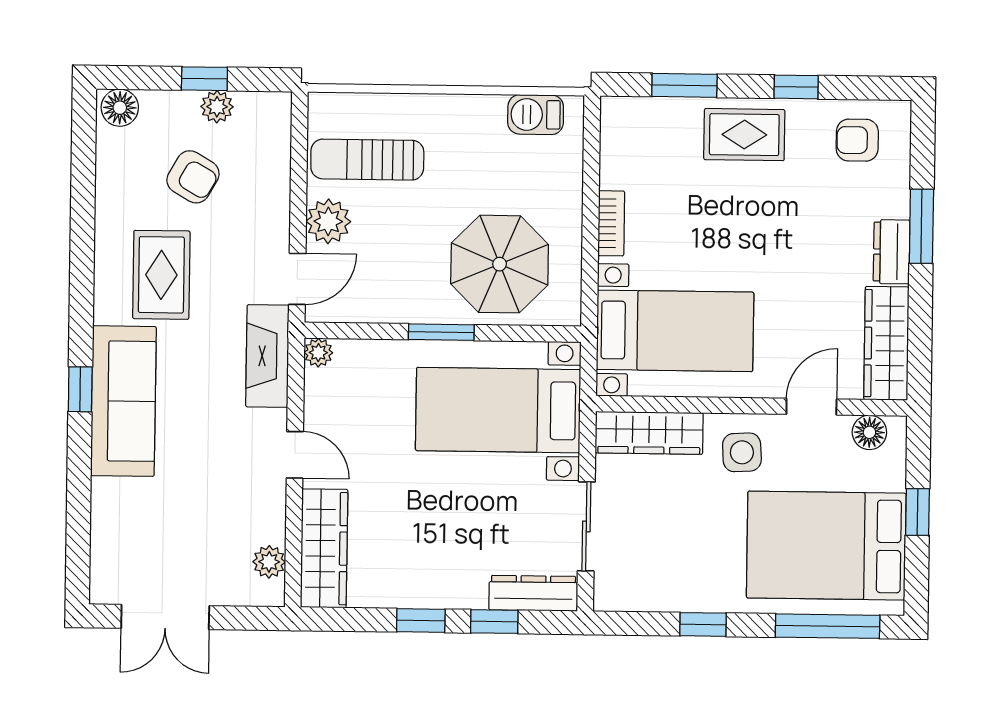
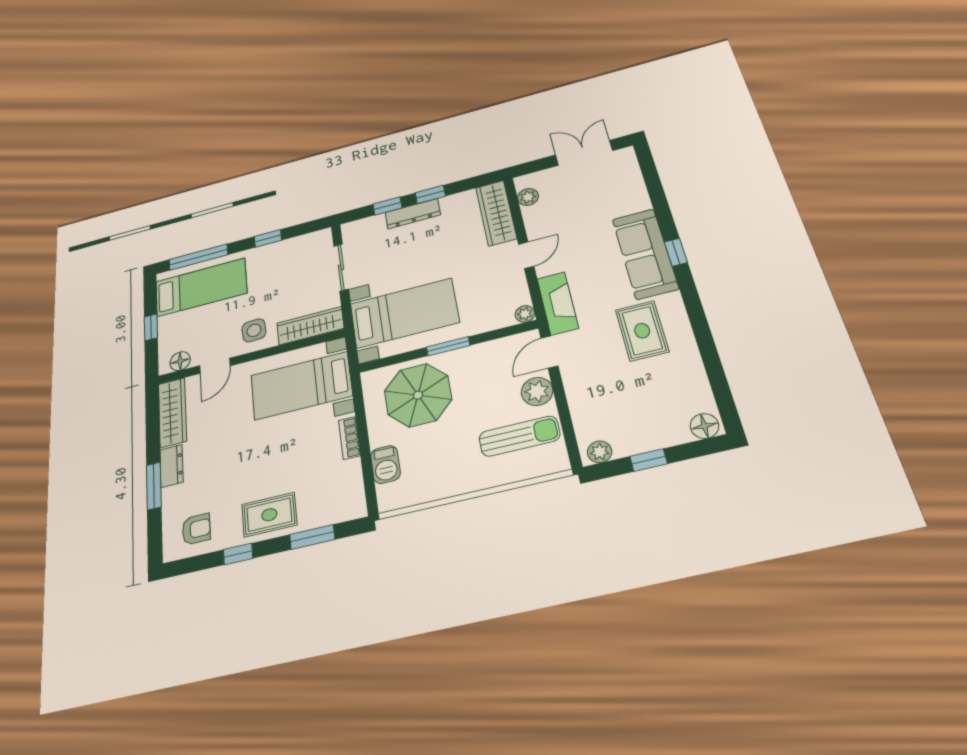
plant: (217, 107) -> (600, 452), moved
barbecue: (536, 115) -> (386, 464), moved, turned 90
armchair: (193, 177) -> (638, 395), removed
door: (295, 455) -> (526, 255), swing flipped
bed: (826, 546) -> (201, 287), width x0.67
dresser: (533, 593) -> (413, 214), moved

